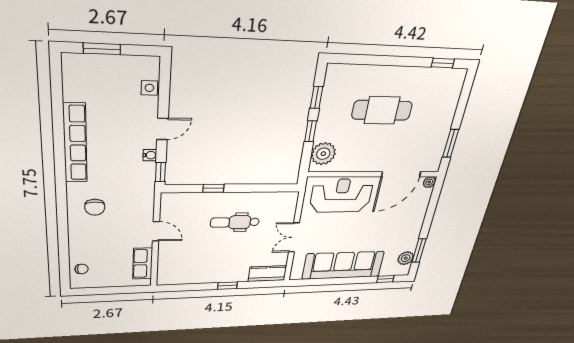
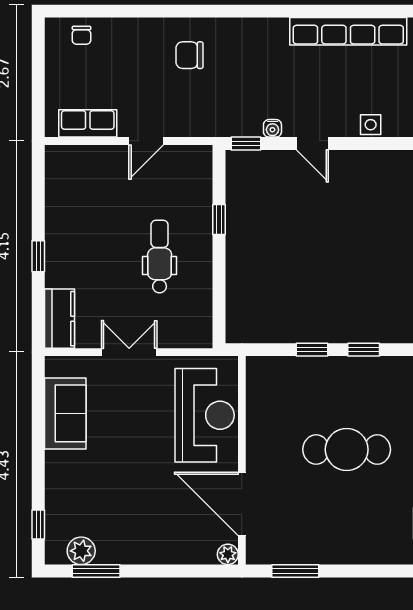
cafe table: (382, 110) -> (347, 450), turned 90
row of seats: (75, 143) -> (348, 31), moved
plant: (323, 154) -> (276, 375), removed
sofa: (343, 265) -> (65, 413), width x0.54, depth x0.79

